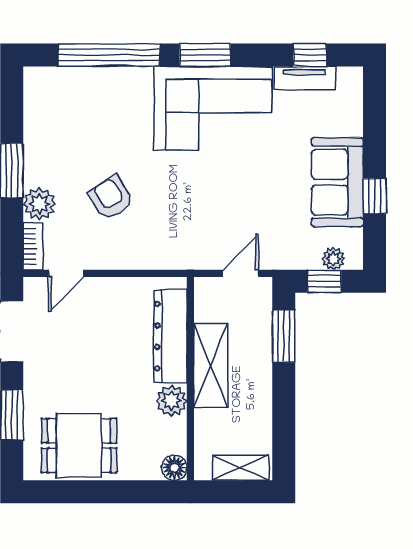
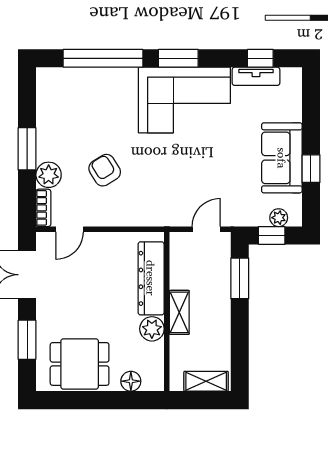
shelving: (211, 366) -> (179, 312), width x0.67, depth x0.75
floor lamp: (174, 468) -> (131, 381), moved

